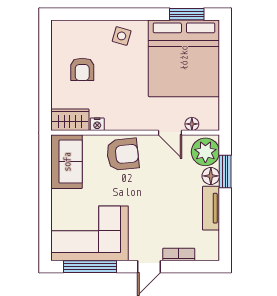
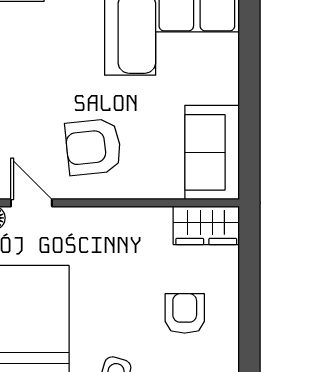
nightstand: (97, 124) -> (159, 217), removed
armchair: (123, 154) -> (93, 147), moved

